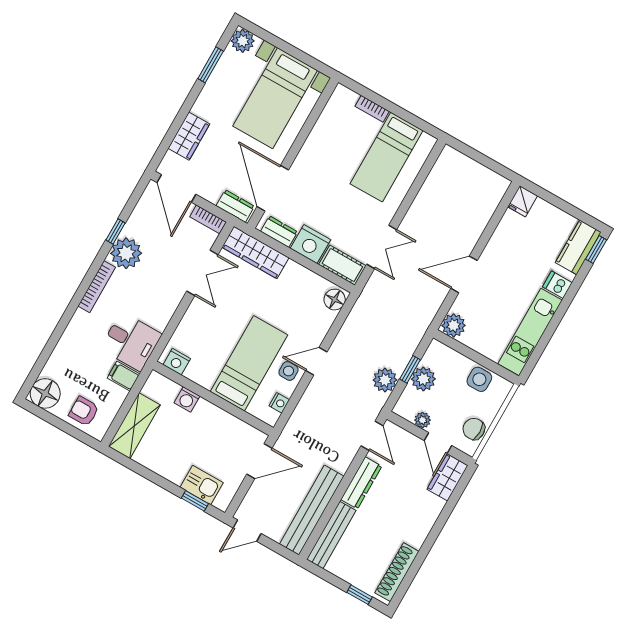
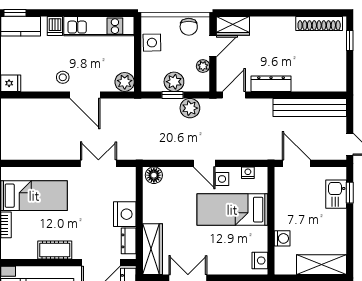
stool: (497, 261) -> (63, 77), added
cot: (342, 265) -> (55, 250), moved, turned 90
bench: (331, 535) -> (319, 84), removed

